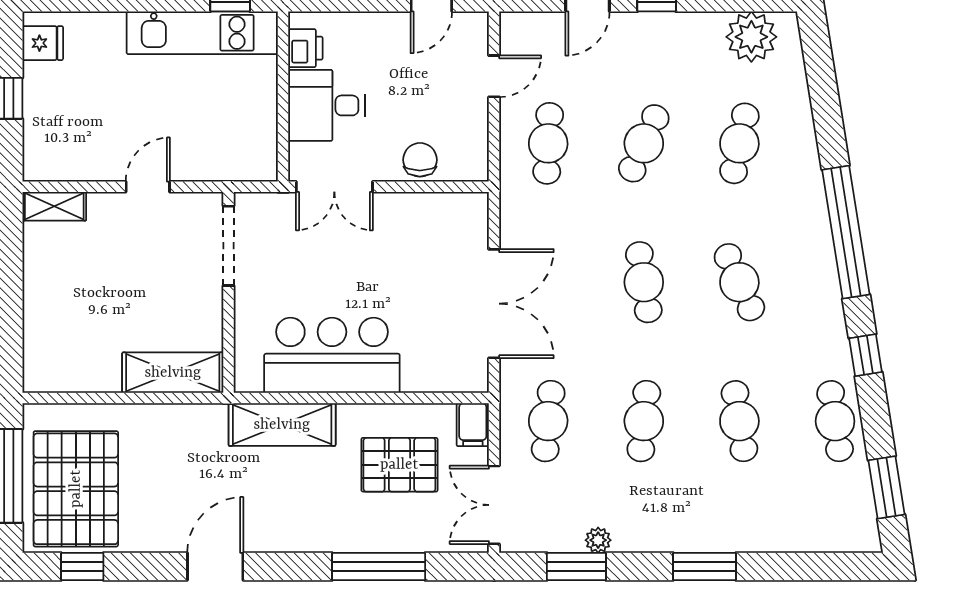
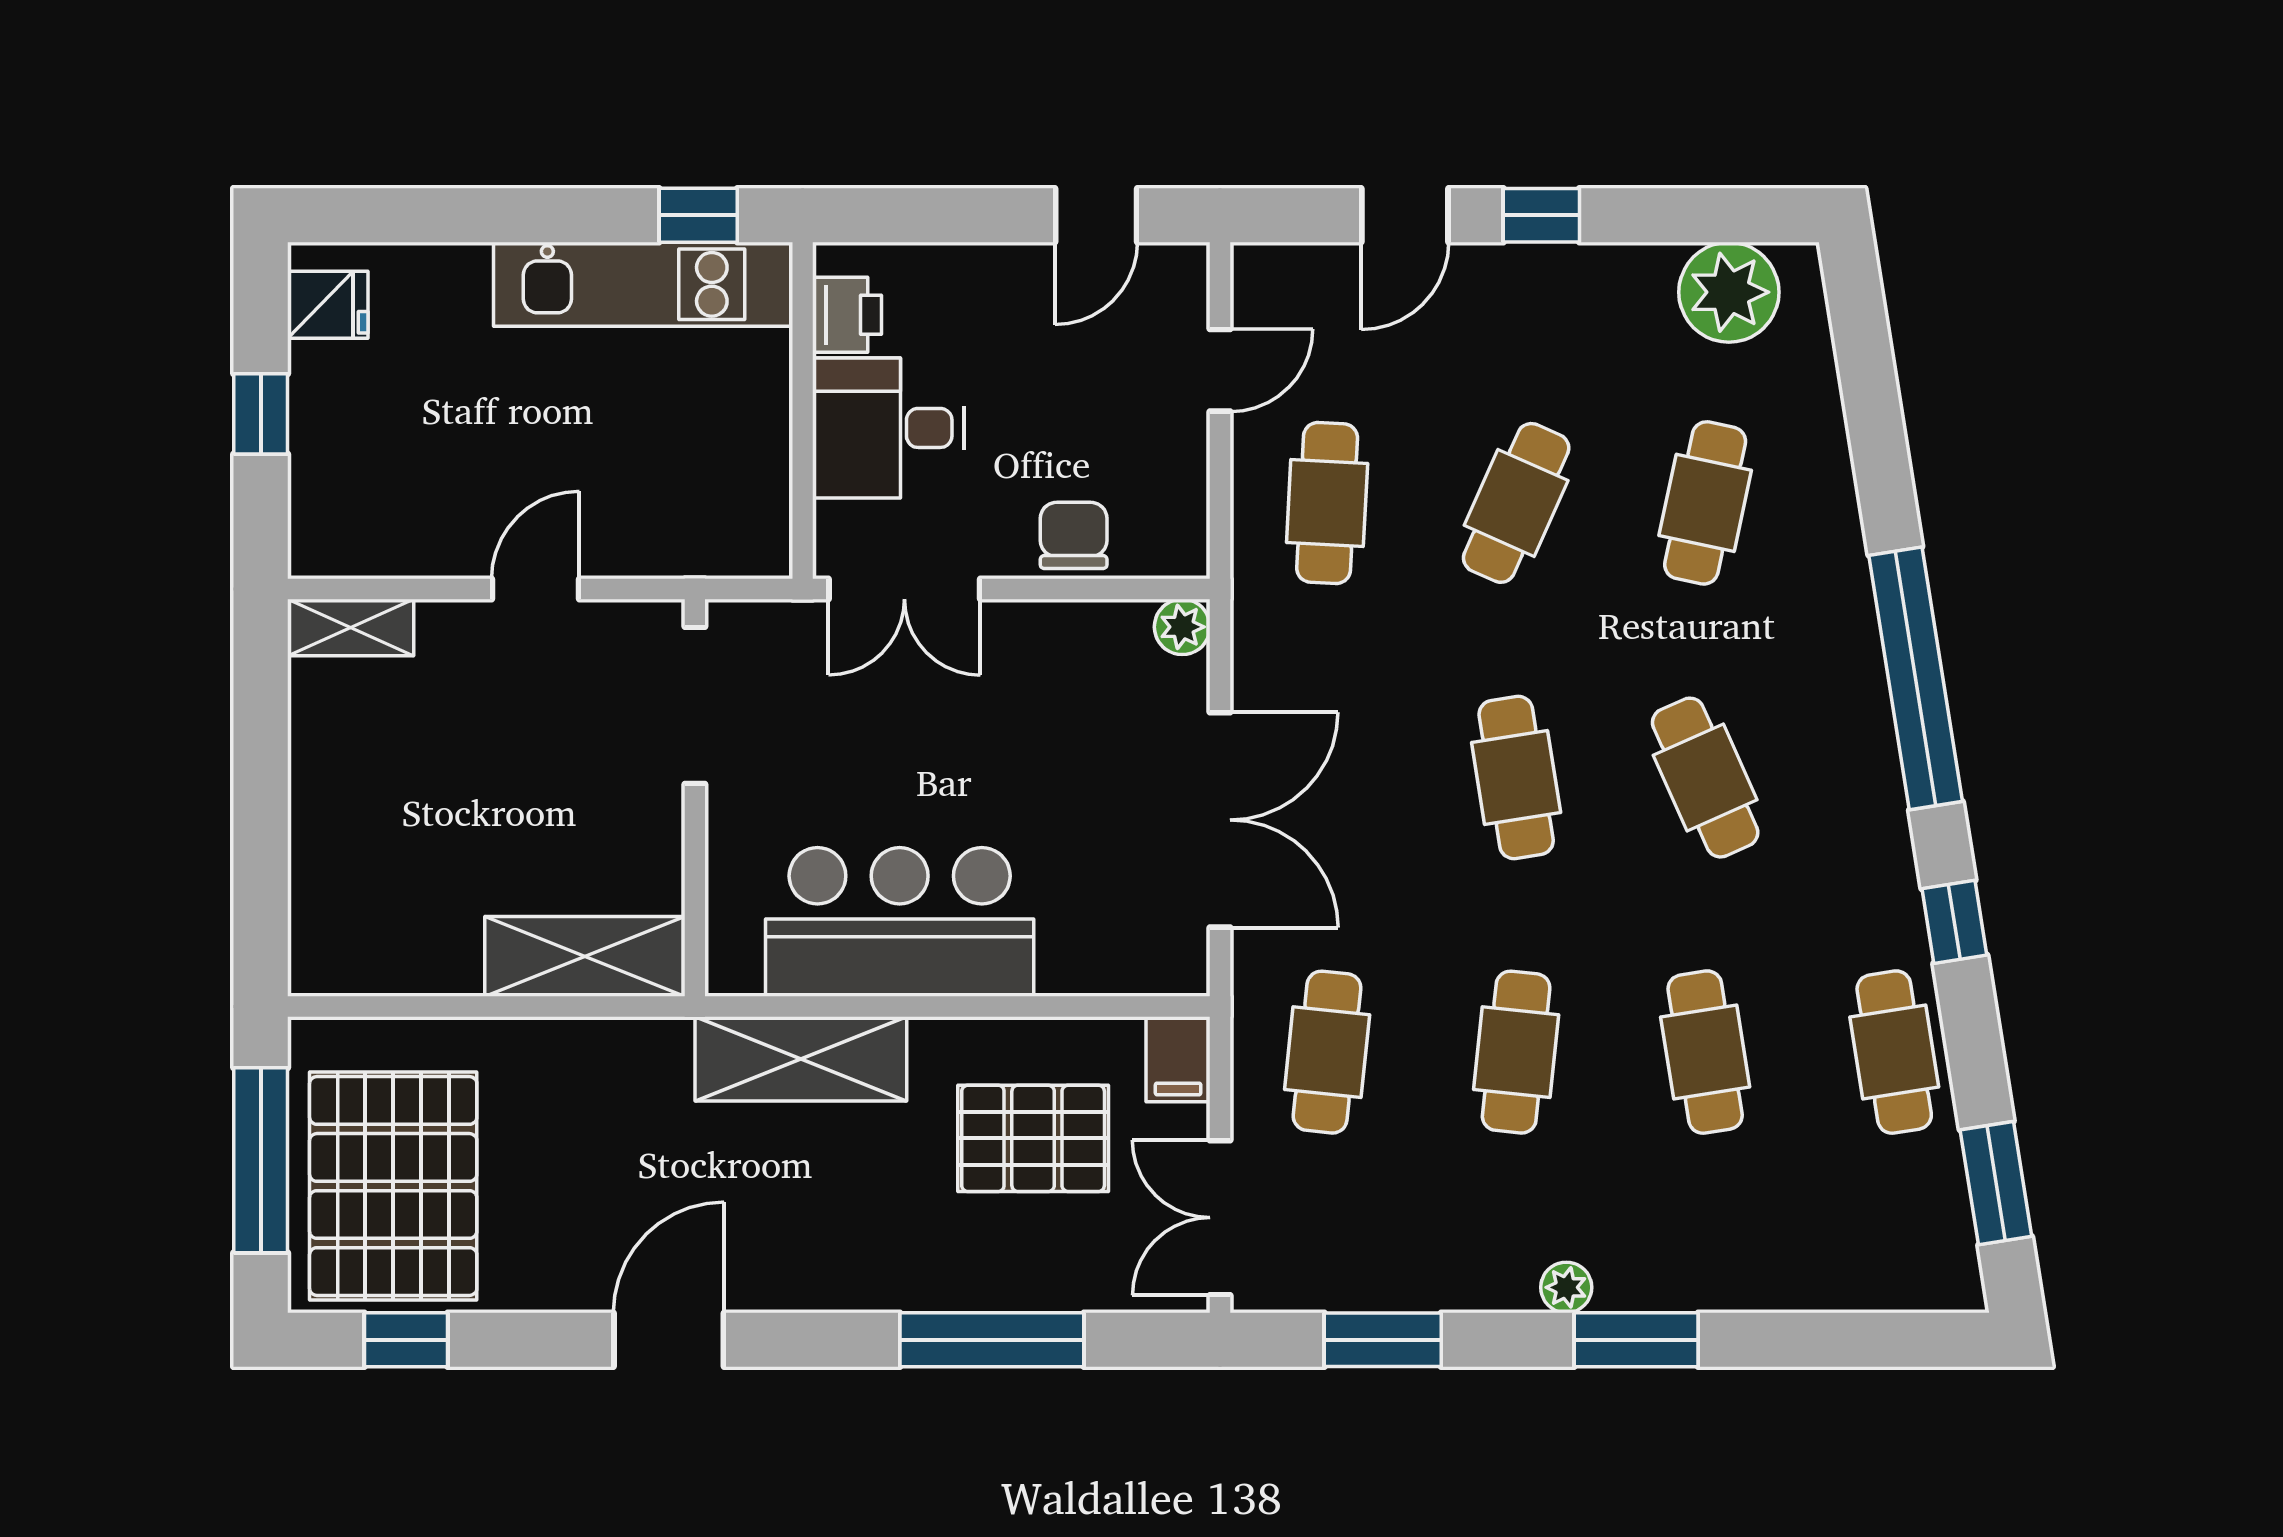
plant: (475, 206) -> (1182, 627), added
plant: (598, 540) -> (1566, 1287), moved

